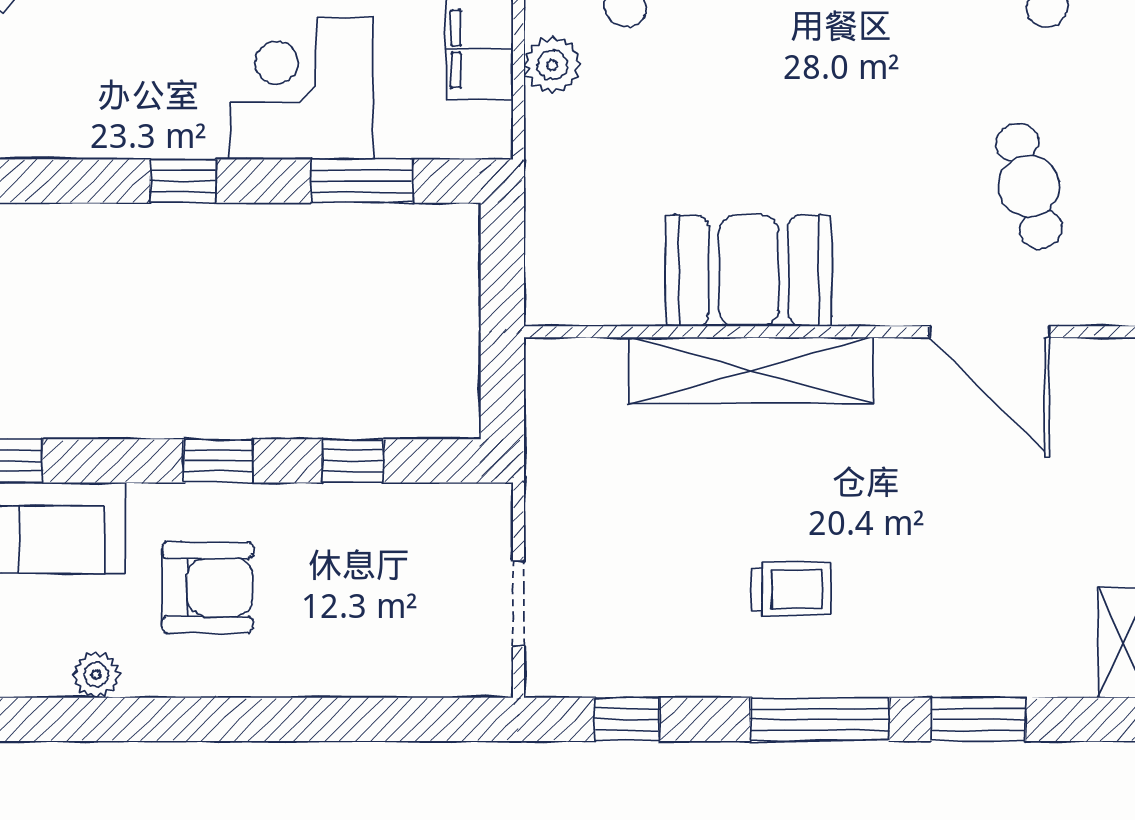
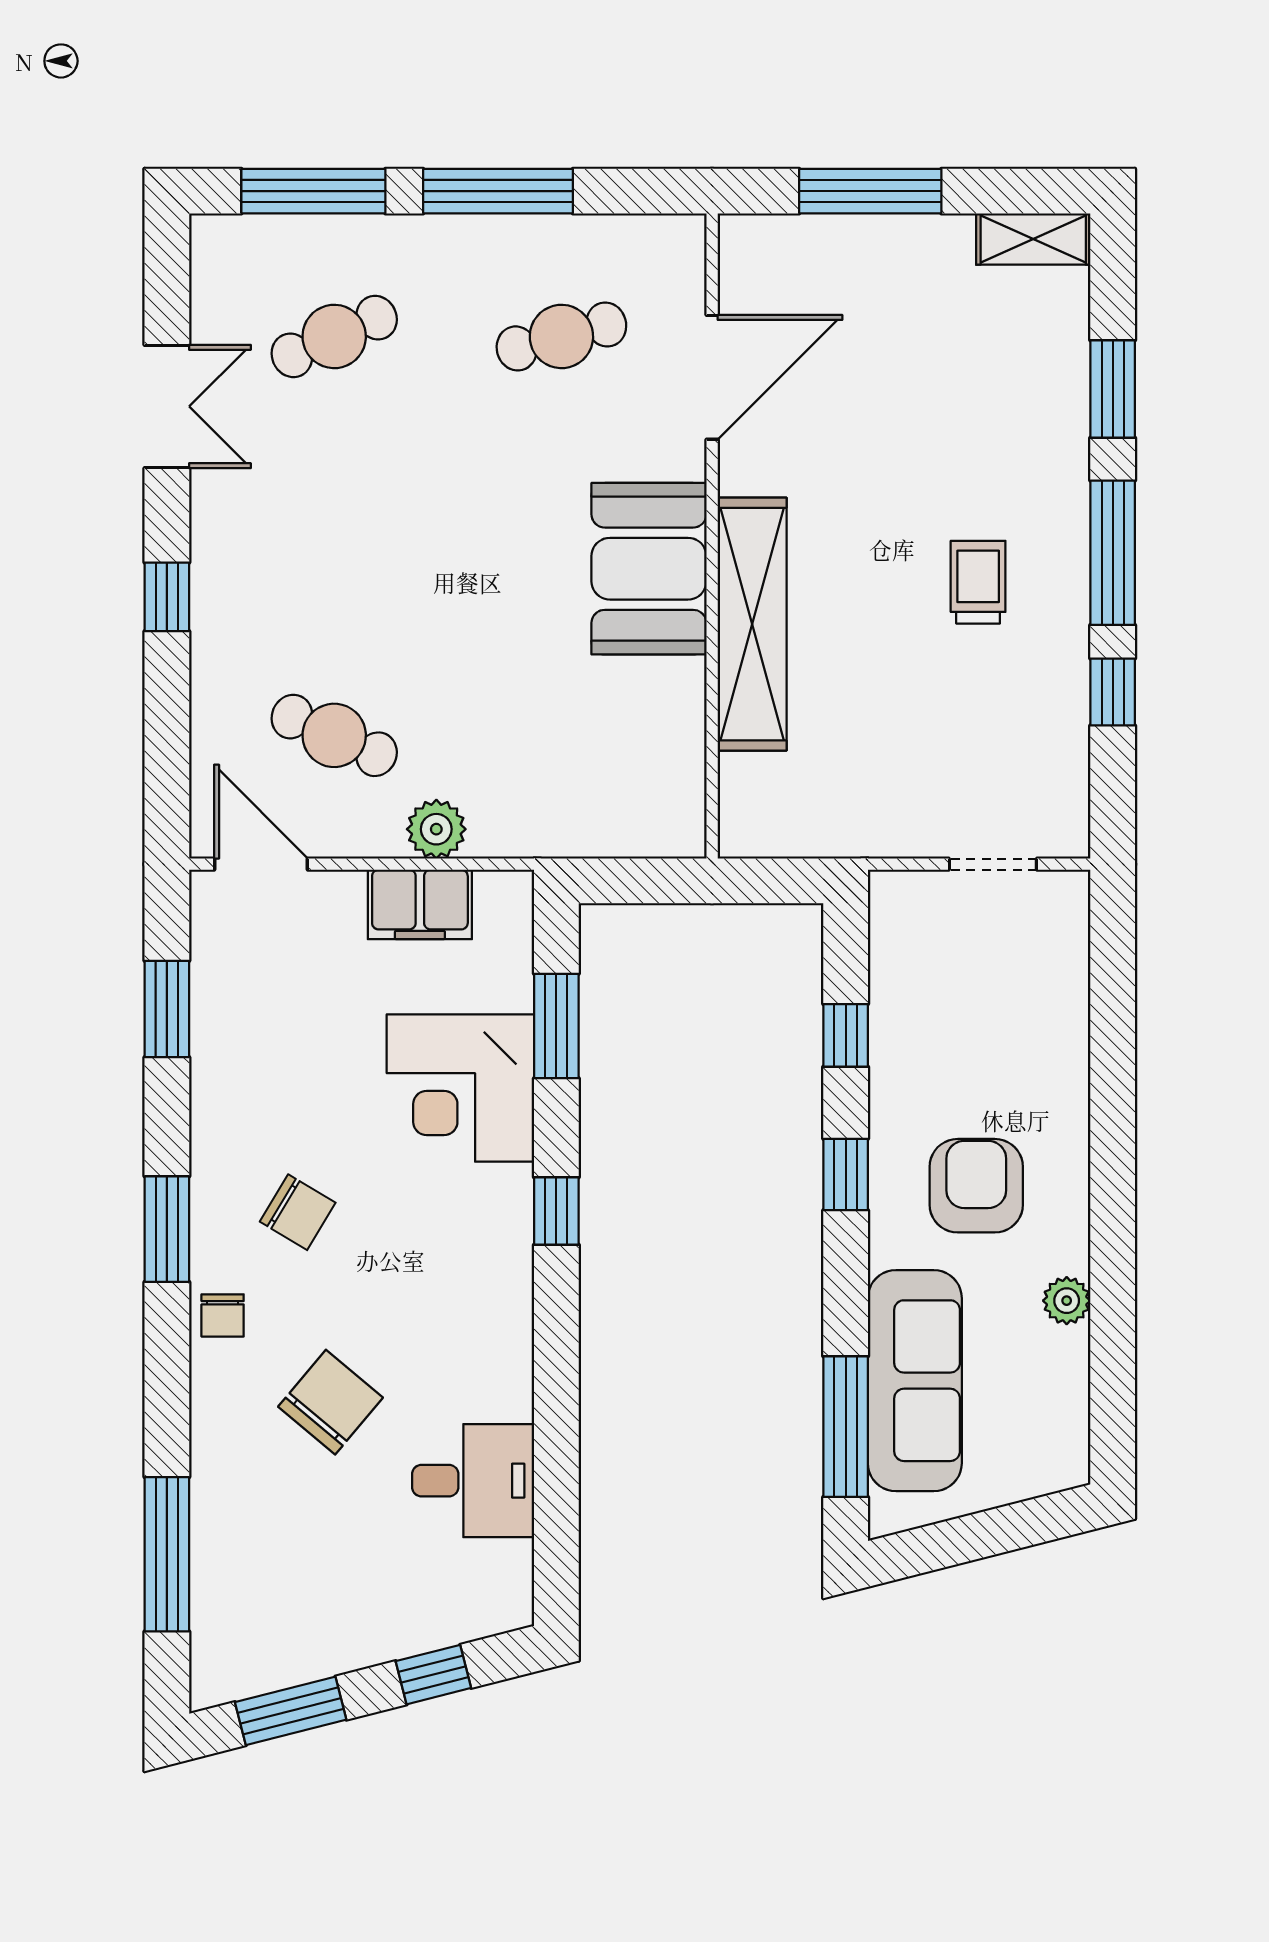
booth: (749, 271) -> (649, 569), moved
window: (627, 719) -> (1113, 692), moved

